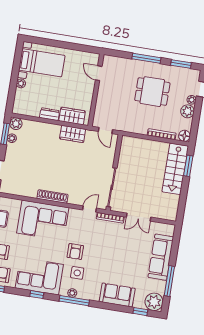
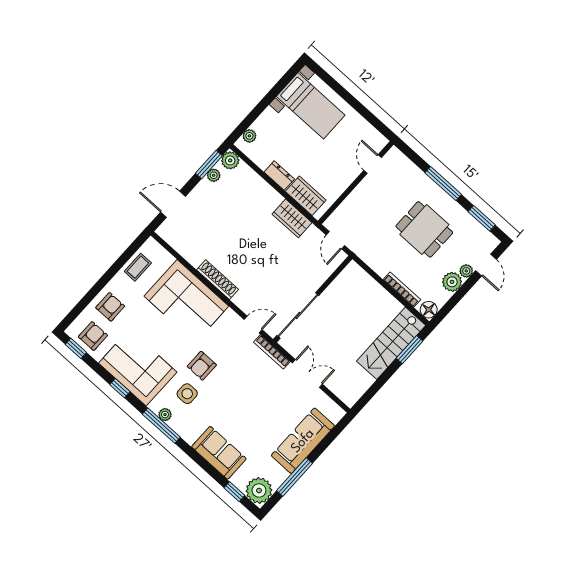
plant: (21, 83) -> (249, 136), moved
double door: (139, 217) -> (307, 373), swing flipped

